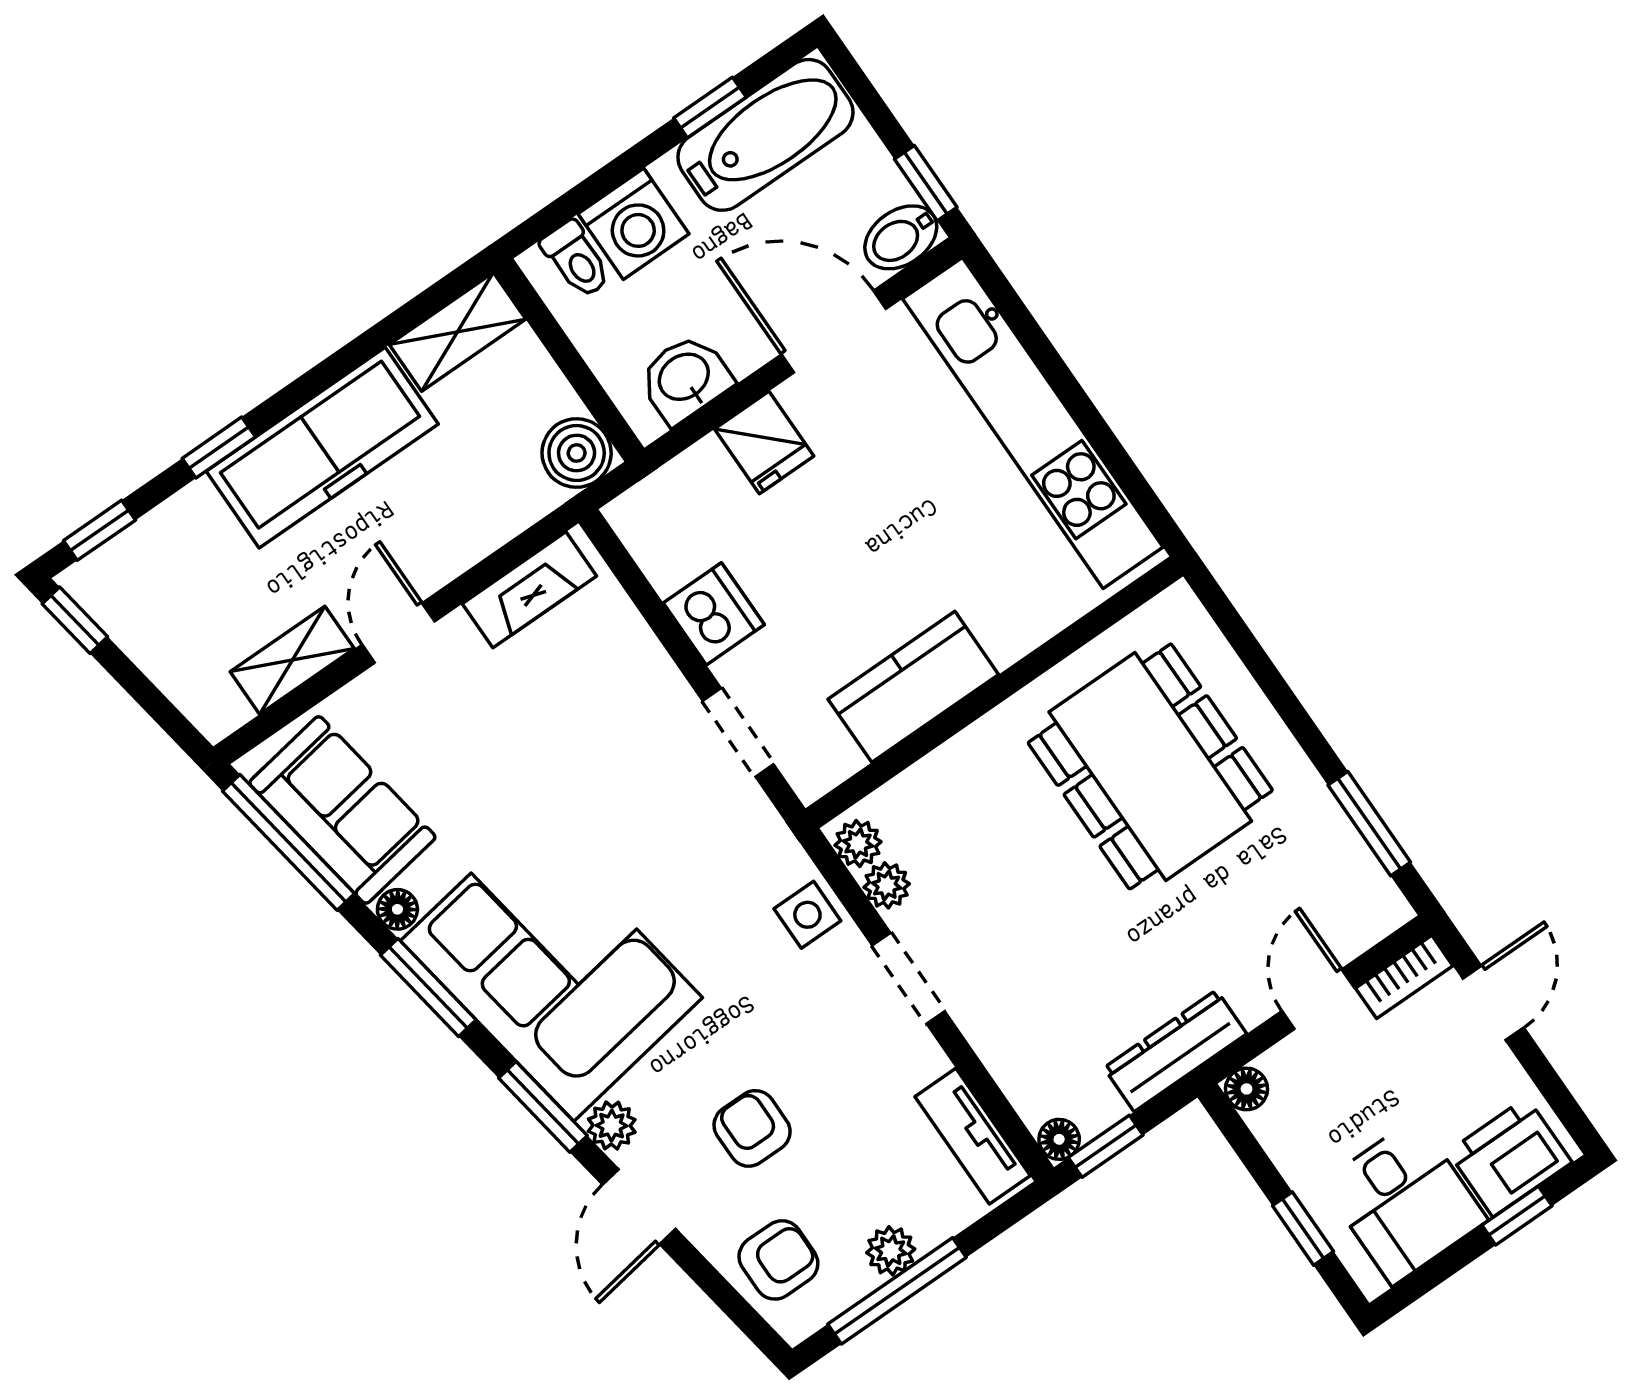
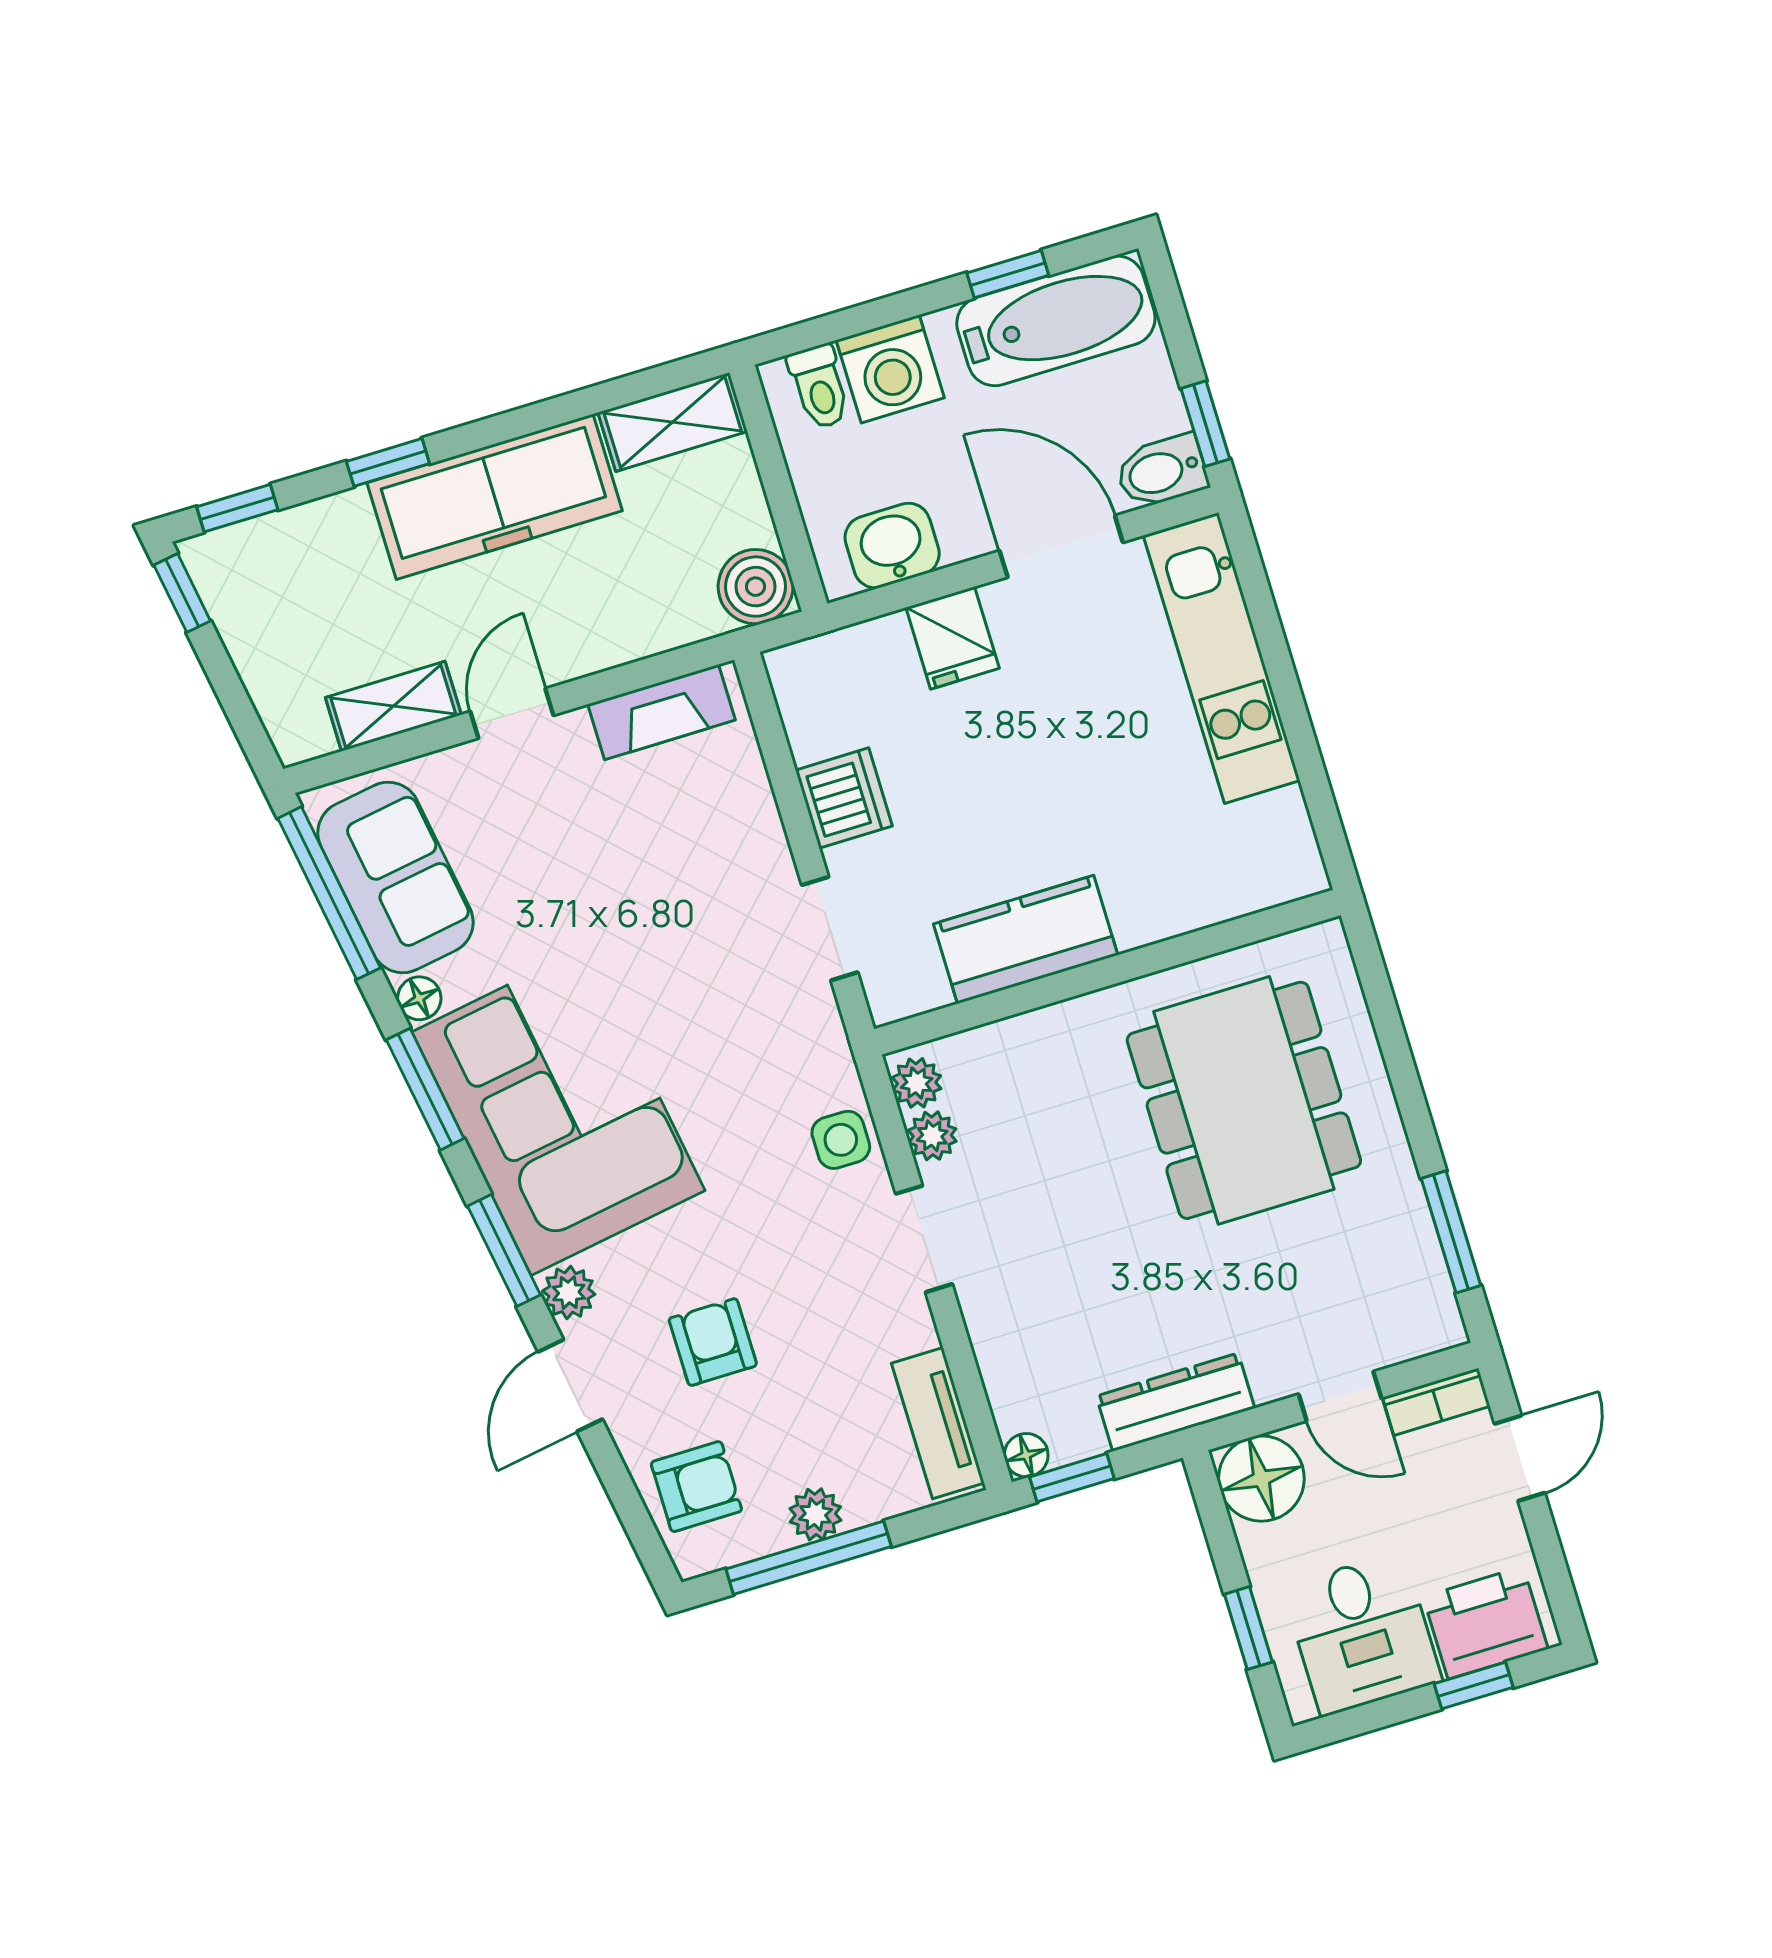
kitchen unit: (1033, 423) -> (1222, 658), width x0.73
door: (1318, 999) -> (1340, 1396), swing flipped
floor lamp: (1247, 1089) -> (1261, 1479), width x1.89, depth x1.89

